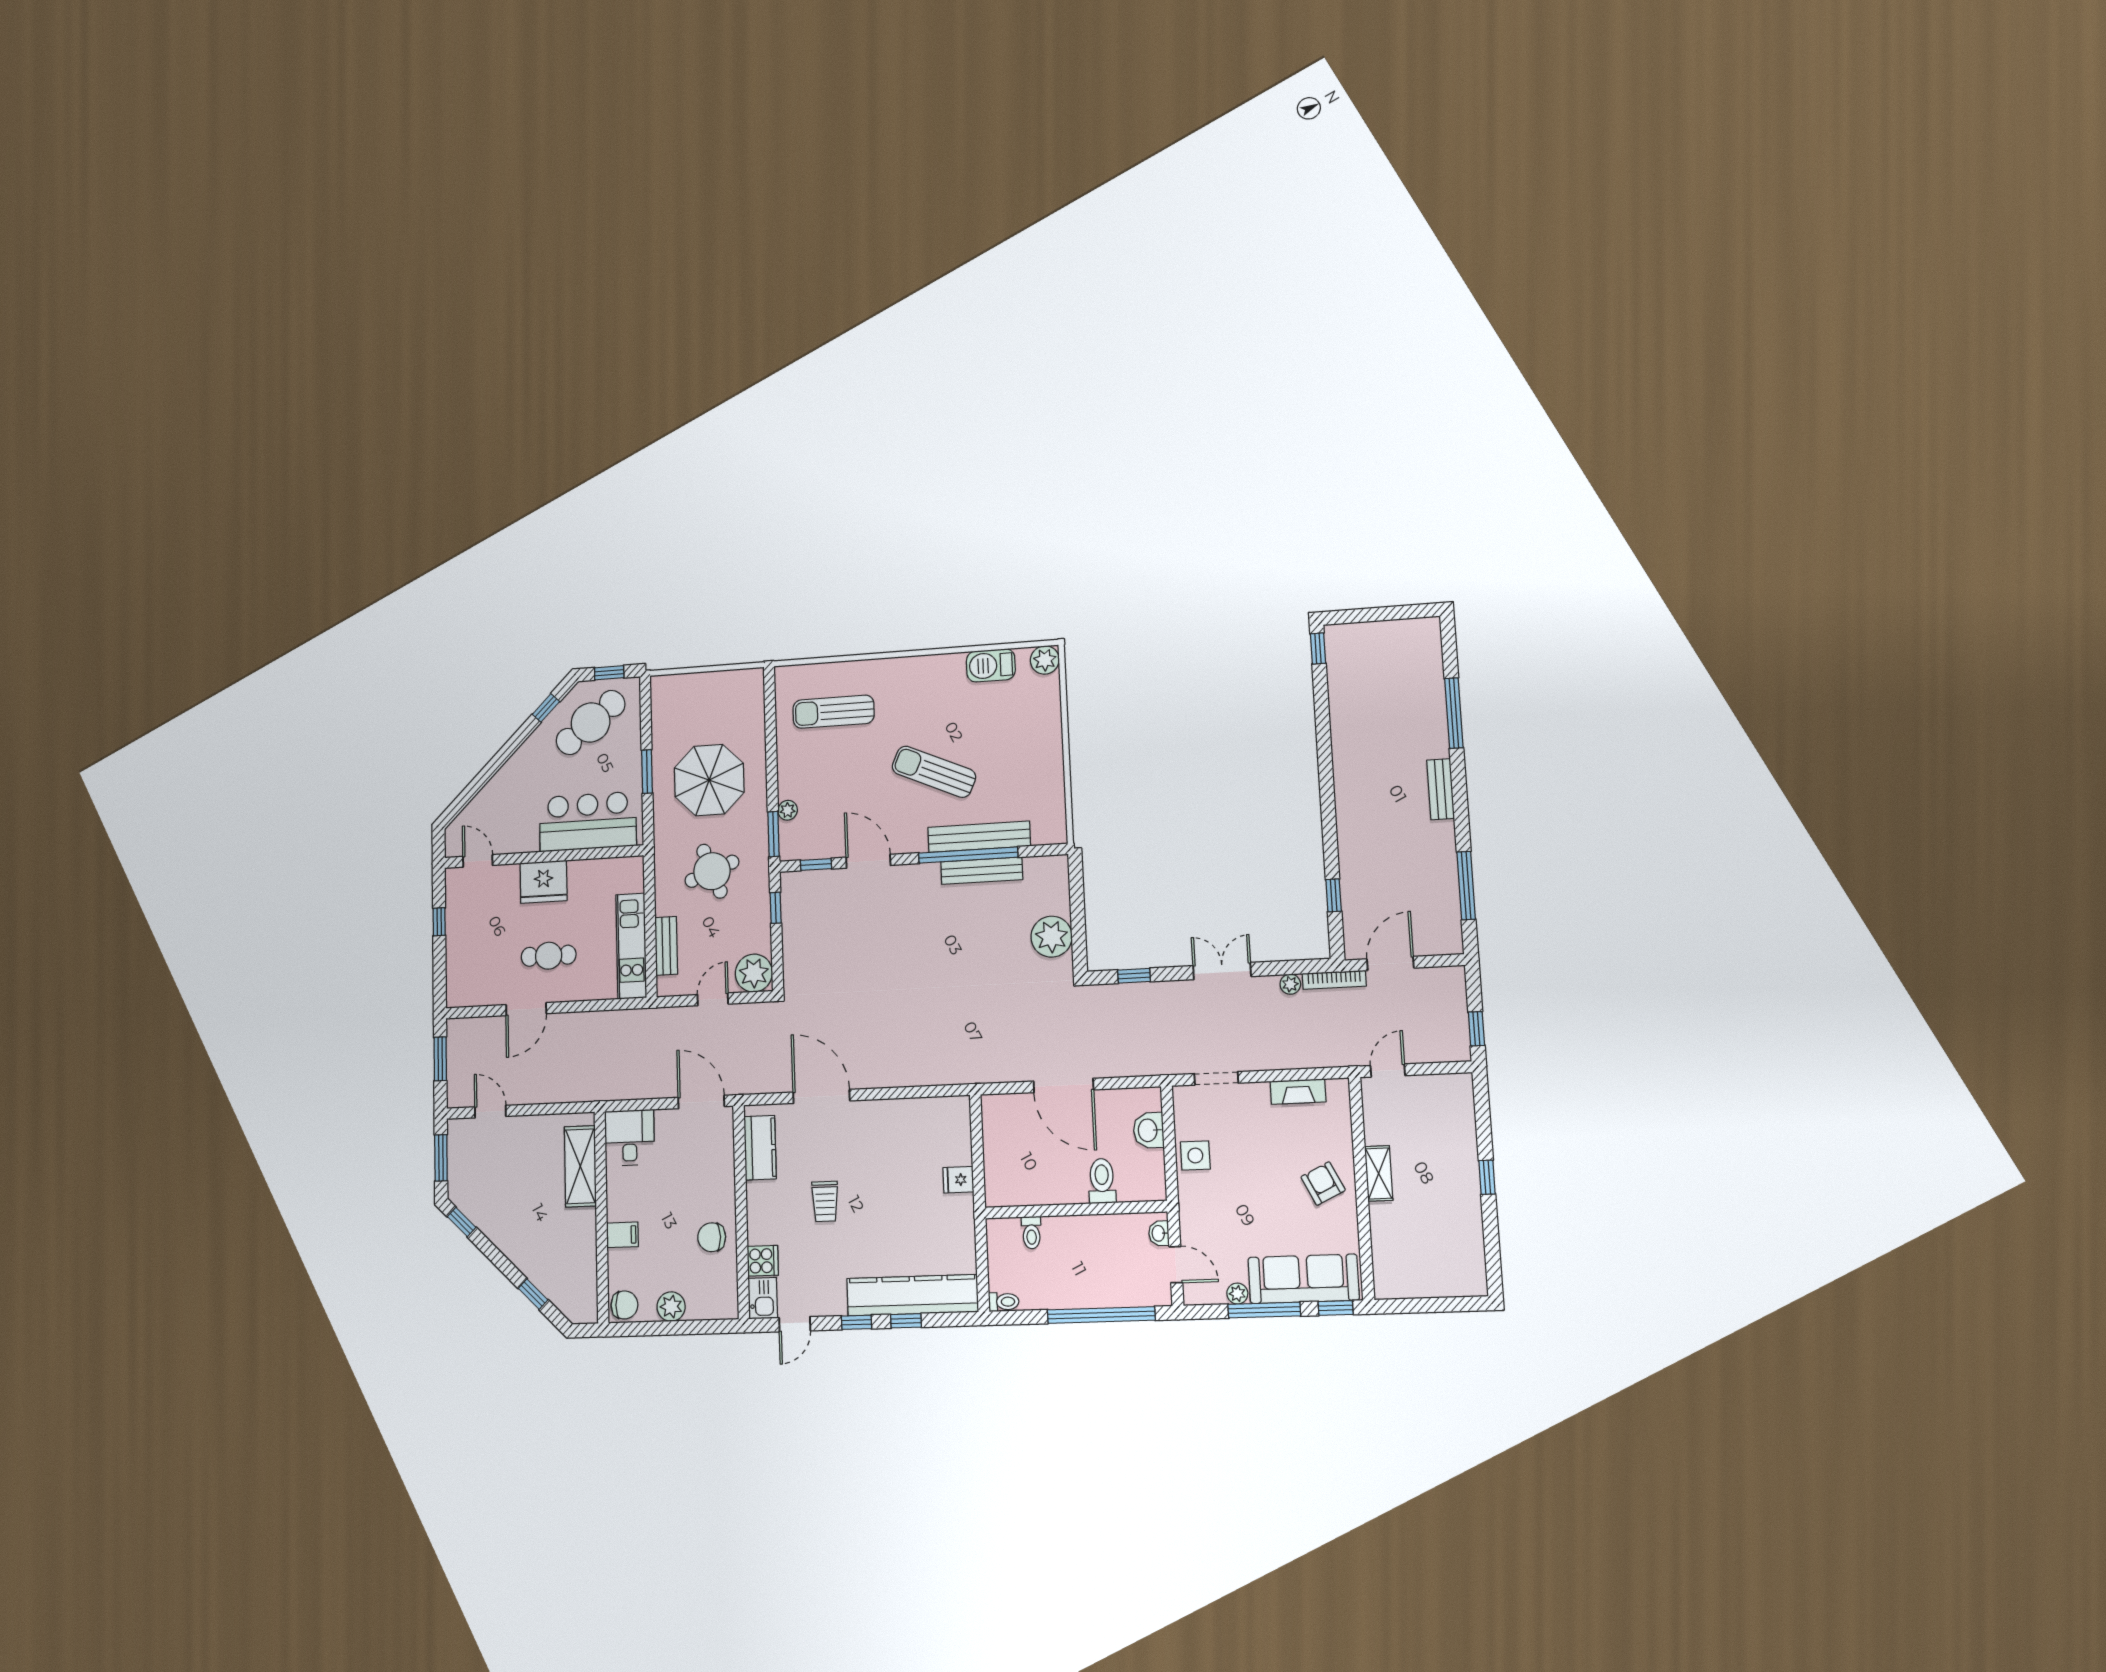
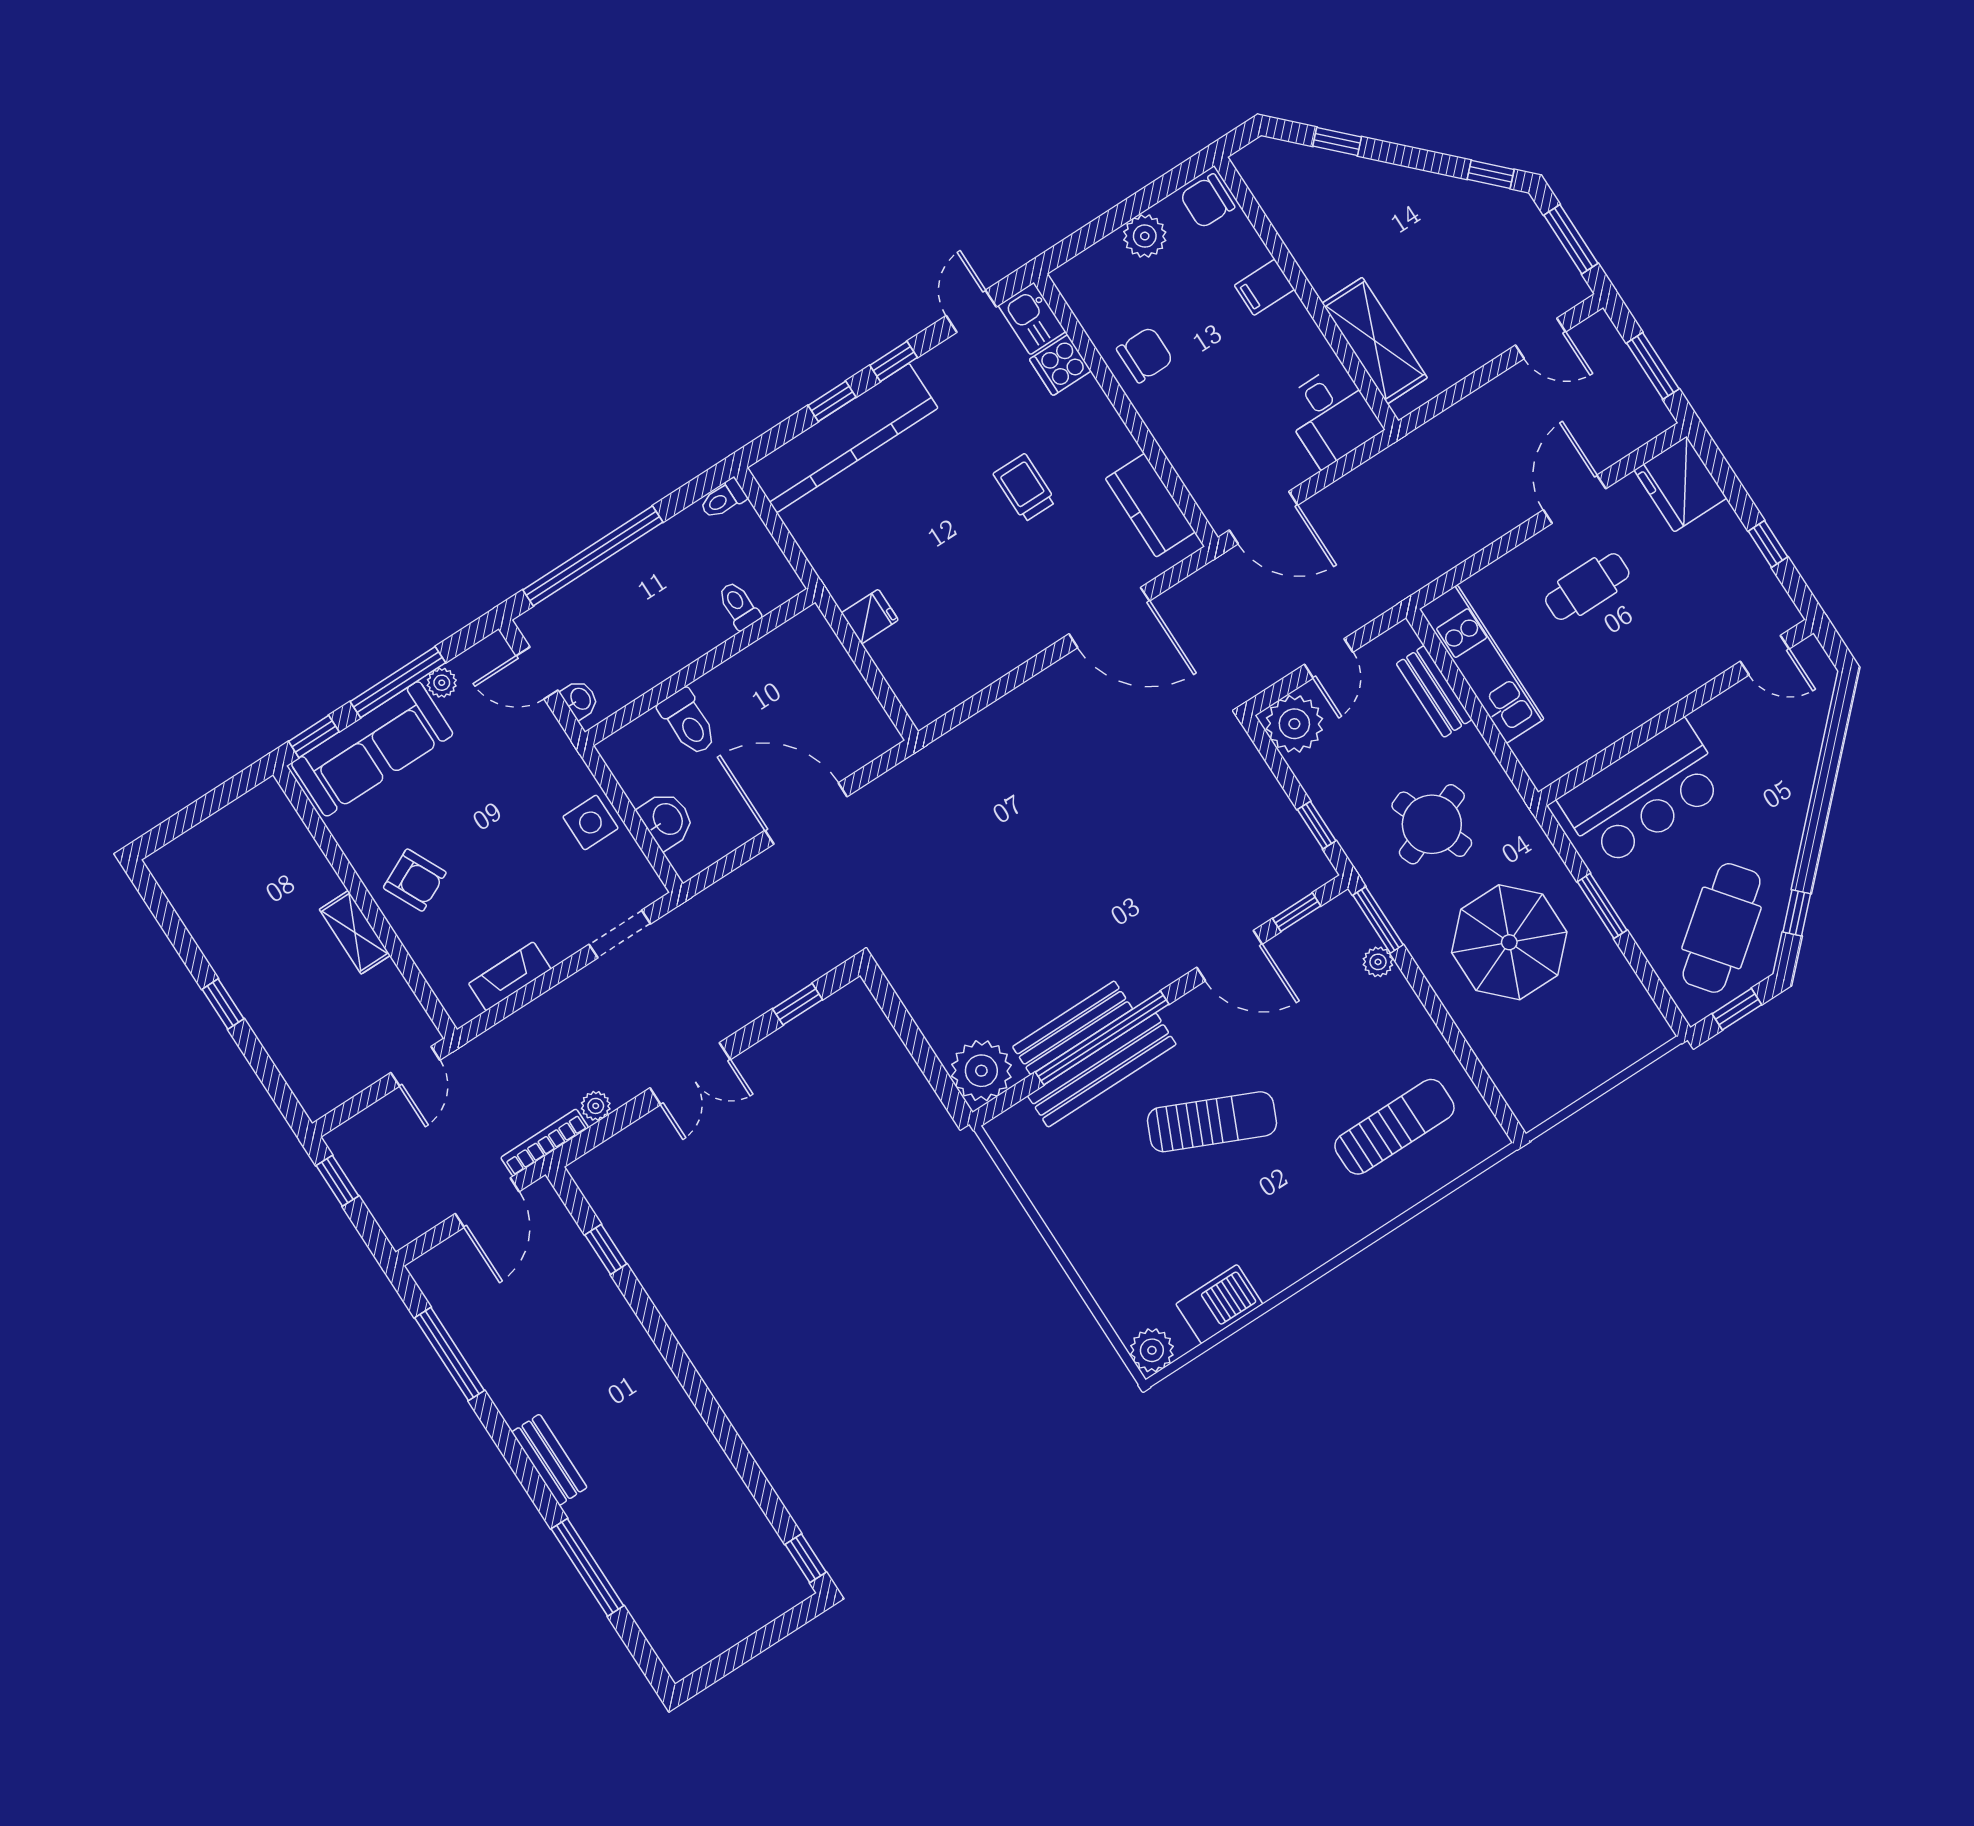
fridge: (544, 882) -> (1680, 484), moved, turned -90
plant: (1052, 937) -> (981, 1071), moved

